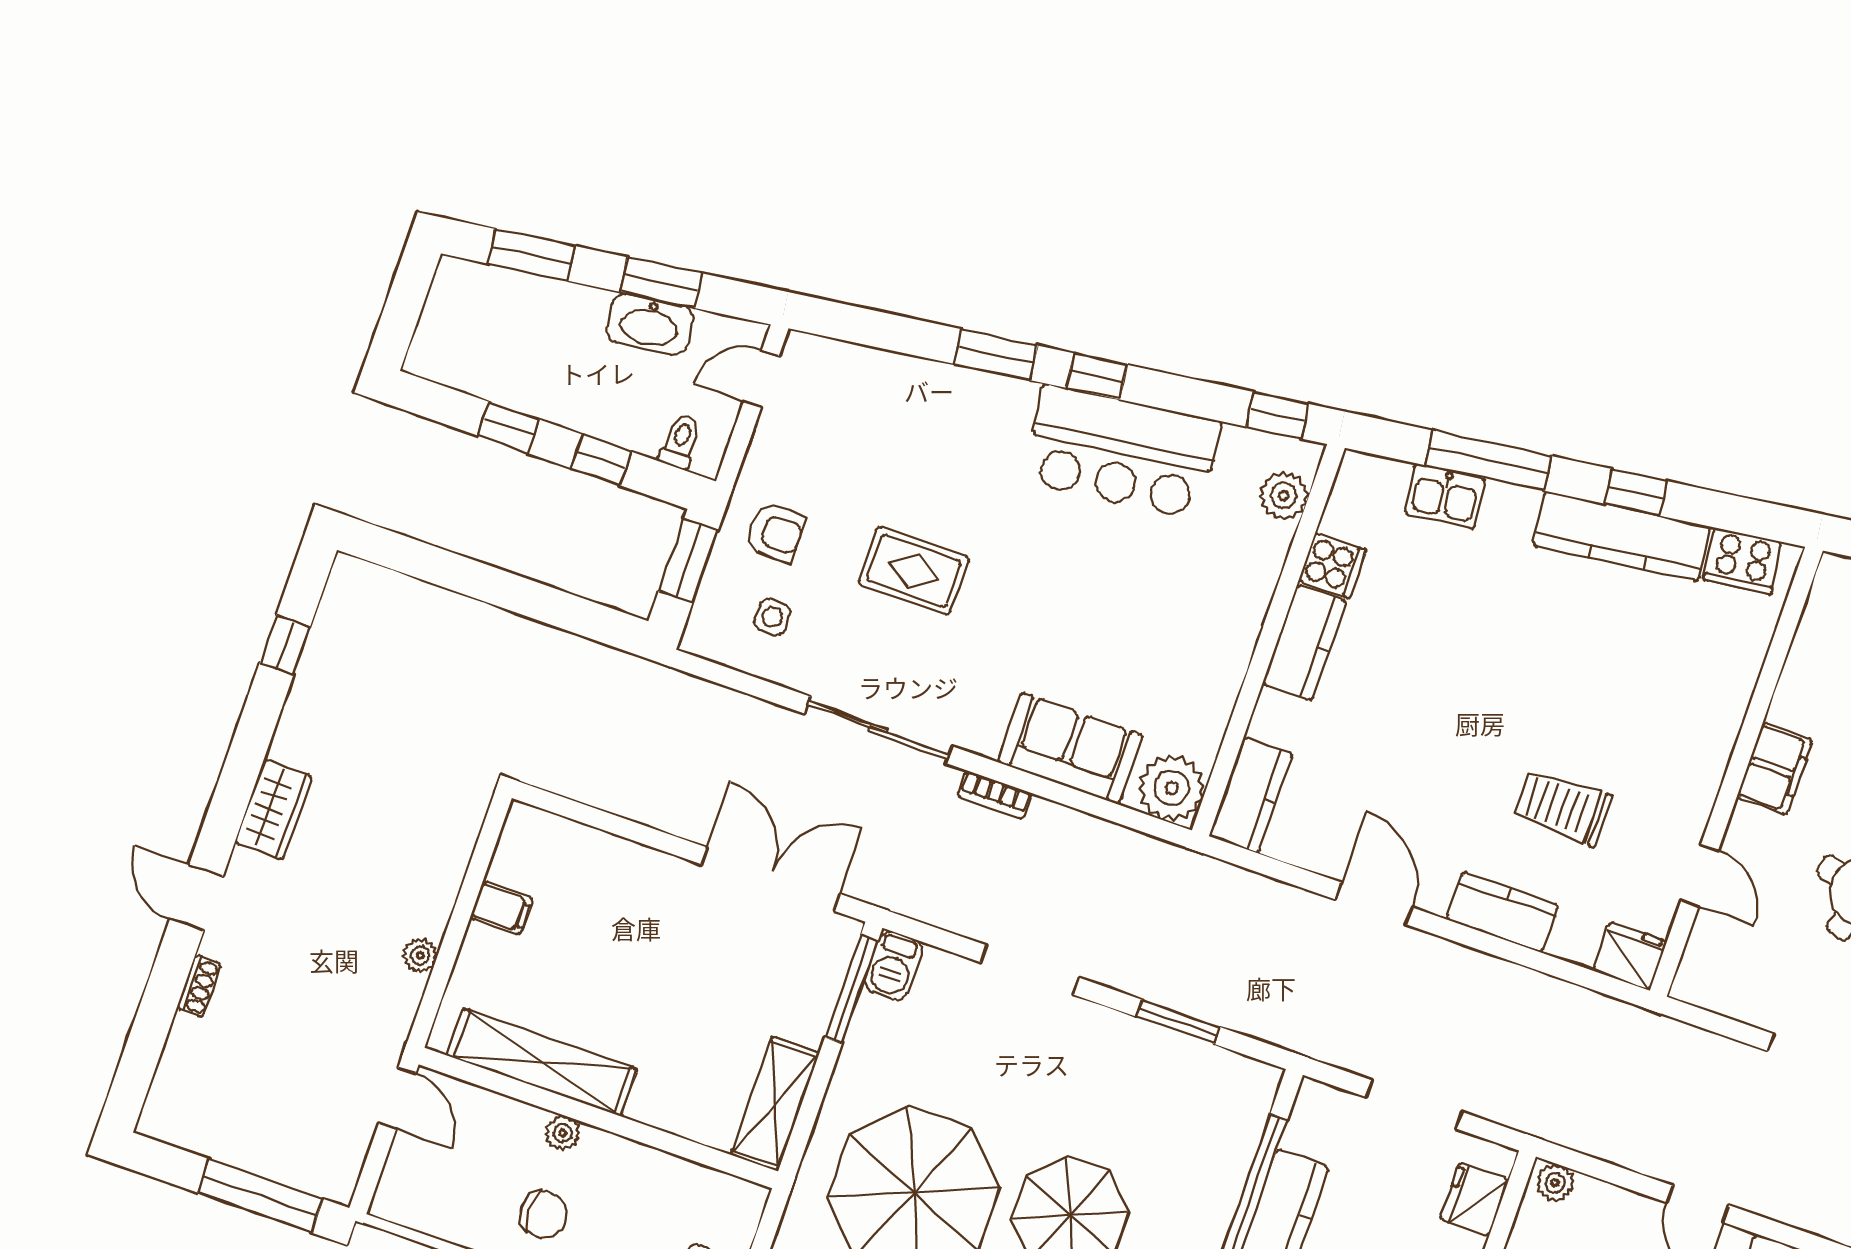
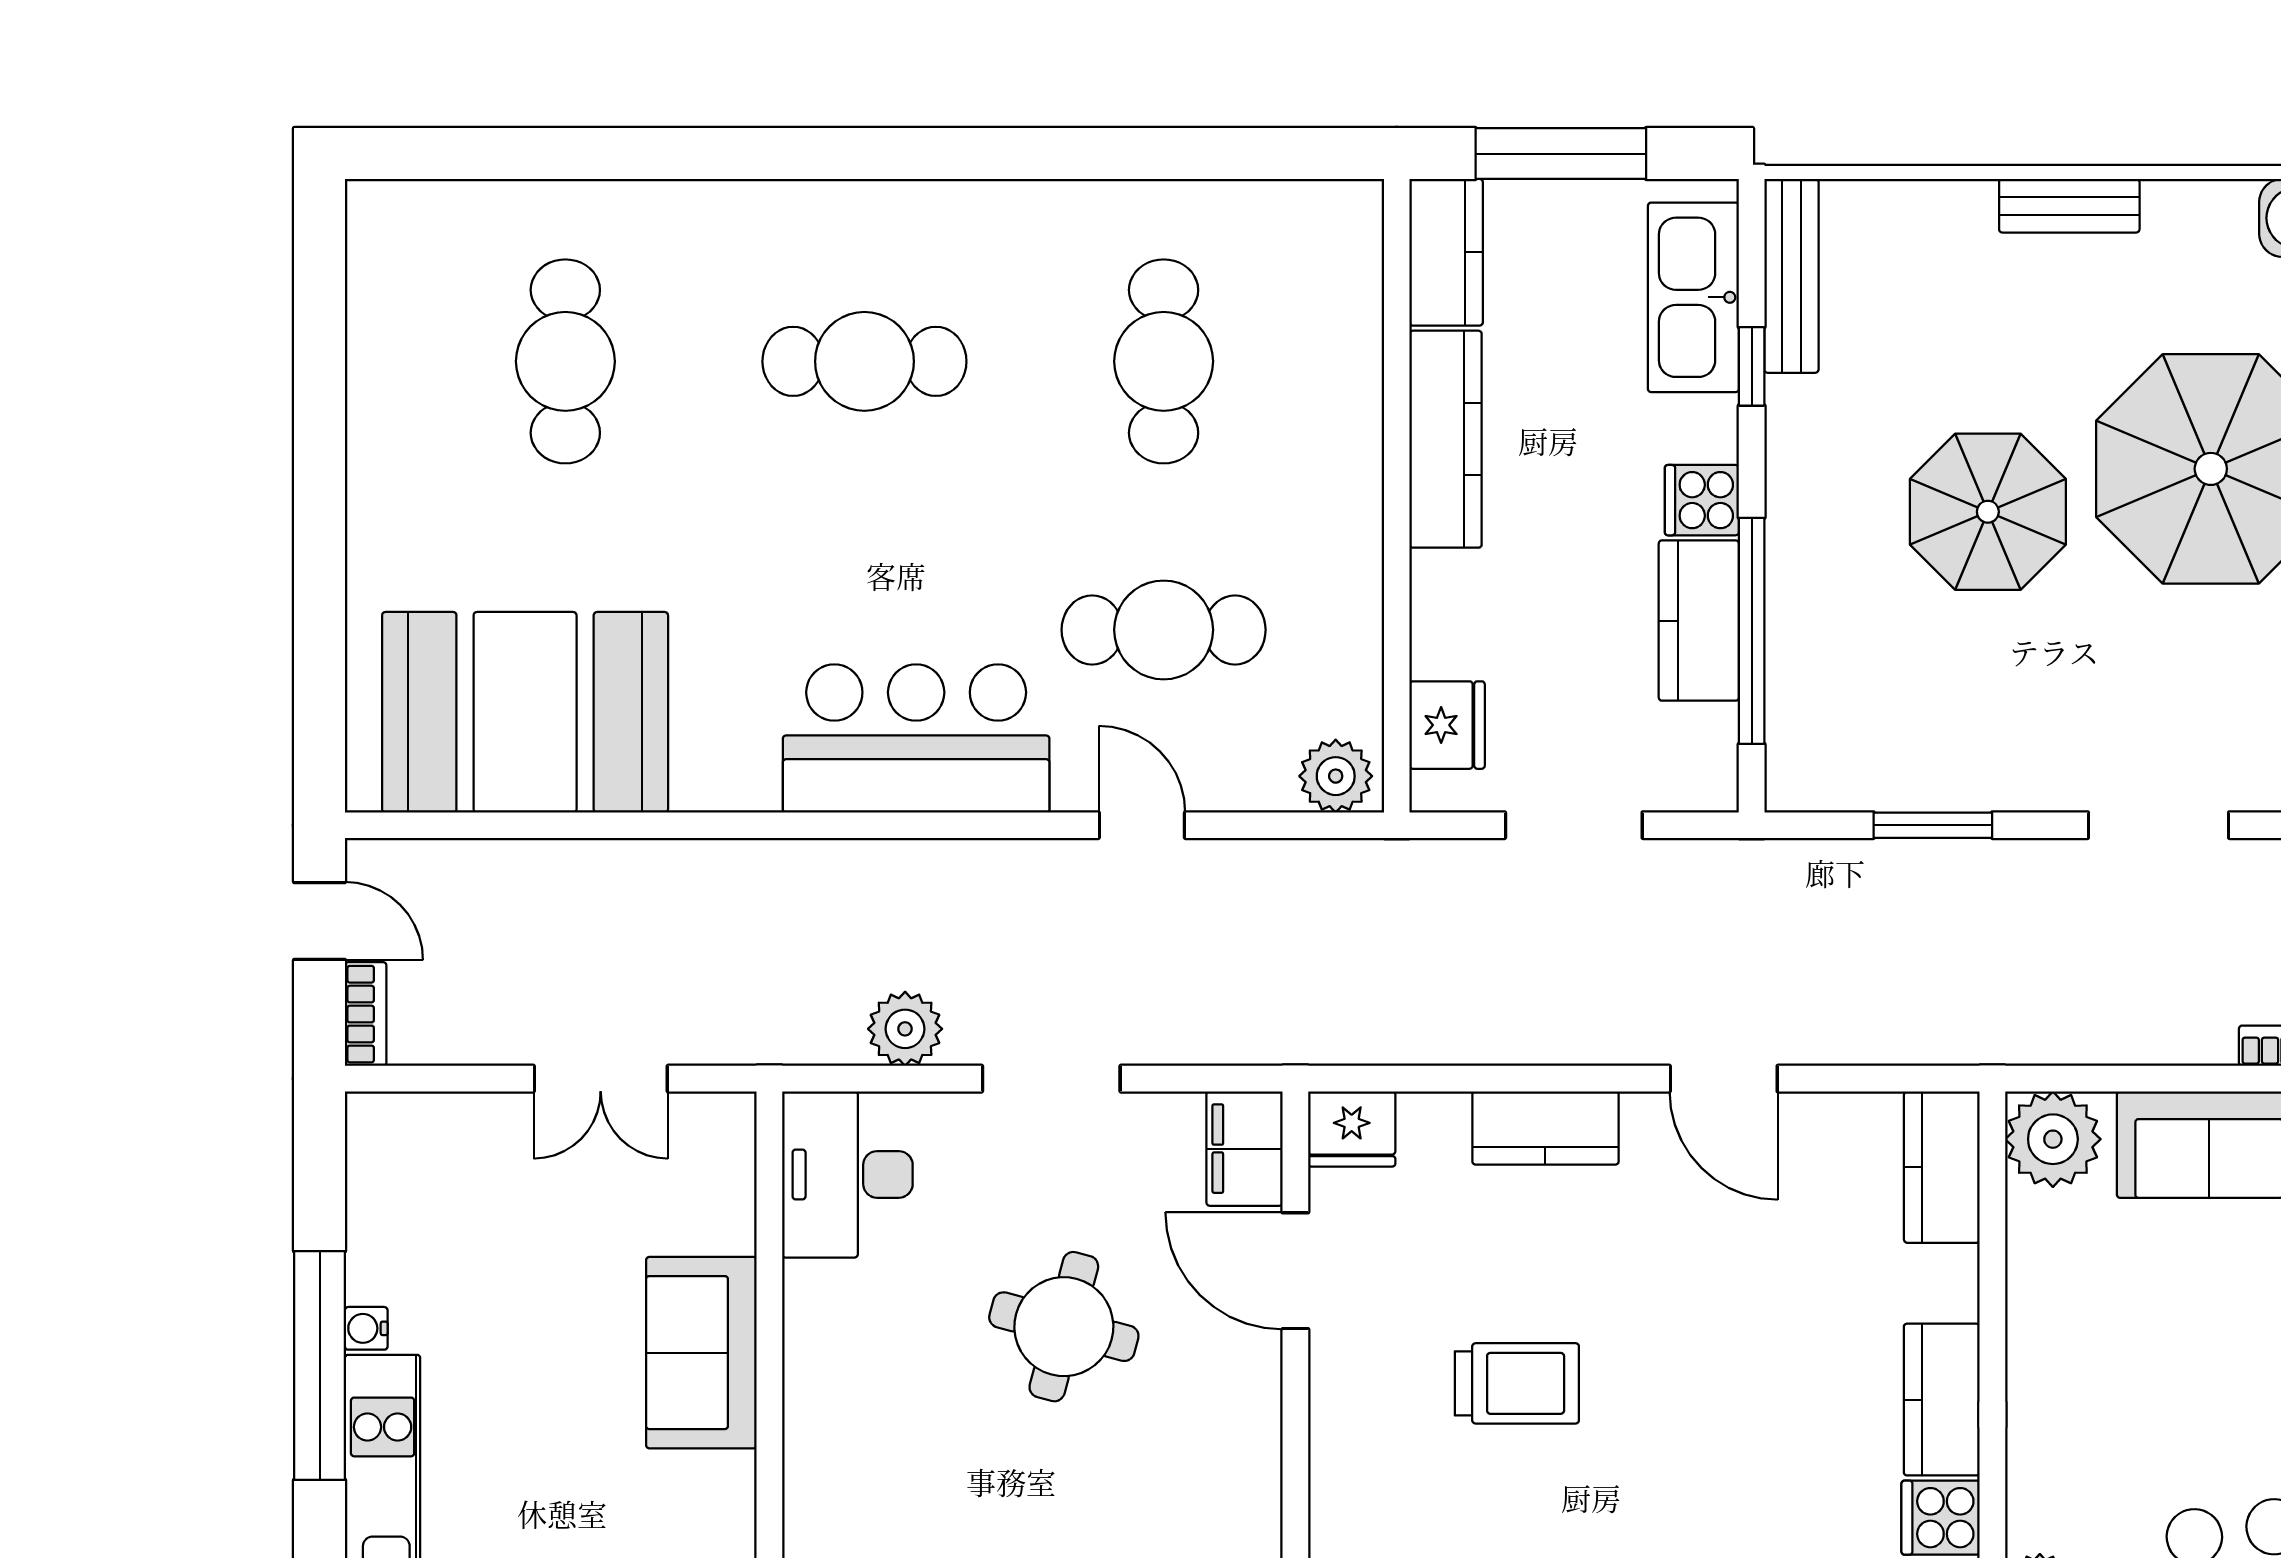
filing cabinet: (1774, 769) -> (1245, 1149), moved
trolley: (1563, 807) -> (1517, 1383), moved
door: (1700, 876) -> (1295, 1271), width x1.38
plant: (1555, 1183) -> (1336, 776), width x1.38, depth x1.38

